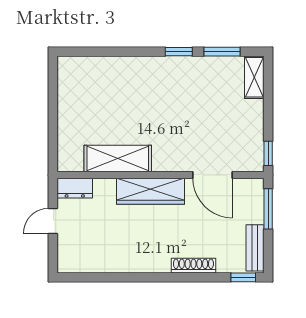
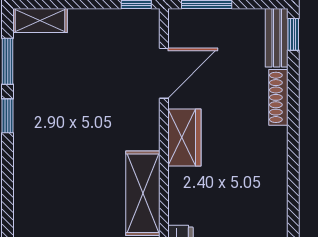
wardrobe: (150, 191) -> (184, 137), width x0.67
bench: (255, 248) -> (277, 38), moved, turned 90

